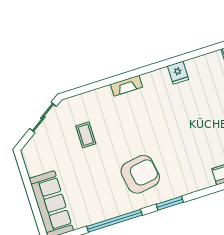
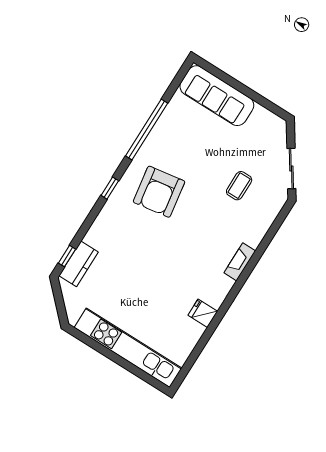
coffee table: (86, 135) -> (239, 186), turned 90
window: (170, 203) -> (110, 188), width x0.67

